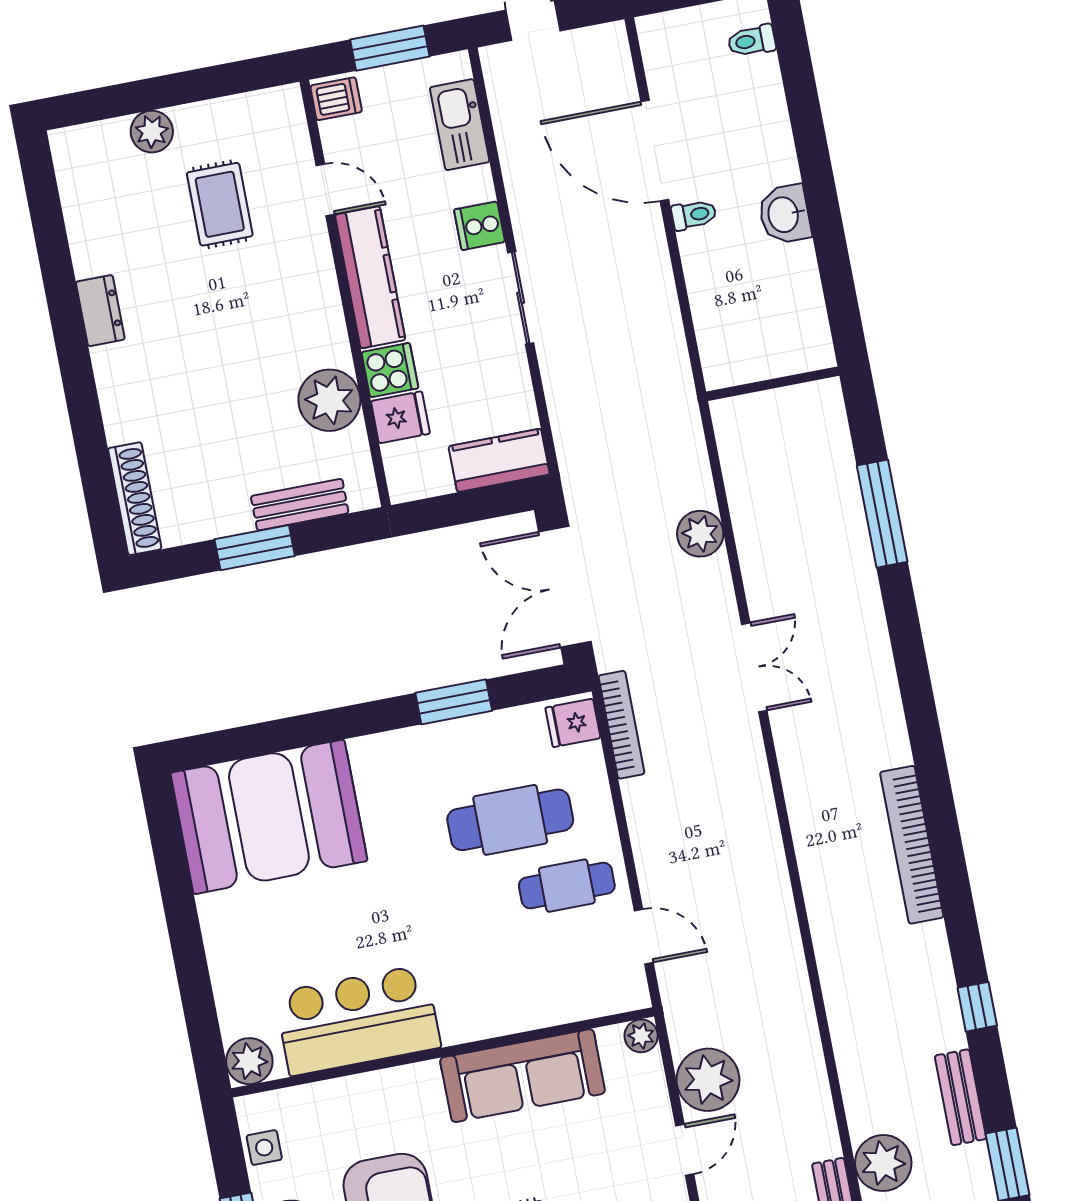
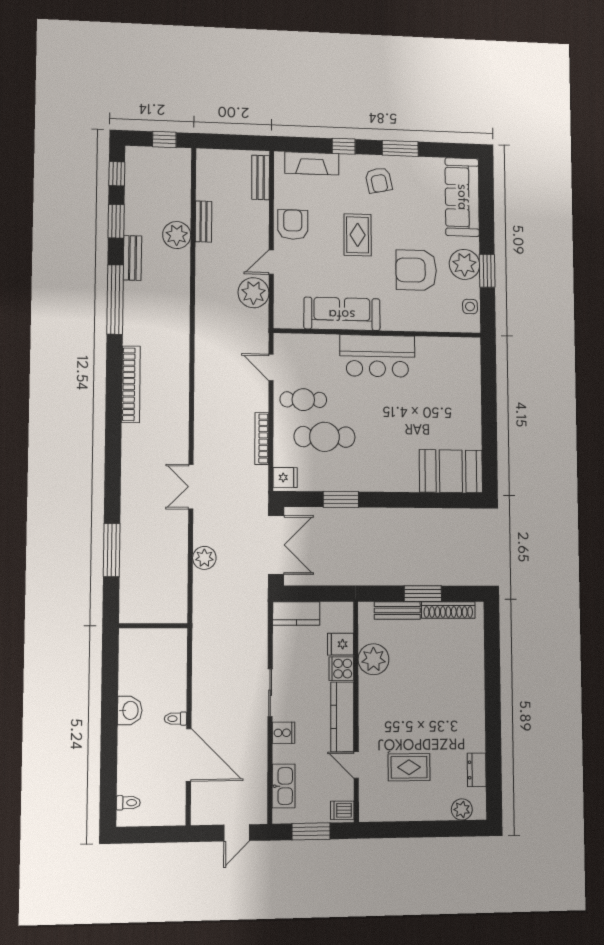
plant: (152, 132) -> (462, 809), moved
rug: (220, 204) -> (409, 767), turned 90
dresser: (100, 311) -> (477, 770), moved
shoe rack: (135, 499) -> (448, 610), moved, turned -90
bookcase: (621, 725) -> (262, 438), moved
booth: (269, 817) -> (451, 471), width x0.73, depth x0.70
window: (977, 1007) -> (115, 299), width x3.17
bar counter: (358, 1020) -> (377, 356), moved
plant: (641, 1036) -> (282, 320), removed
plant: (249, 1061) -> (470, 348), removed

